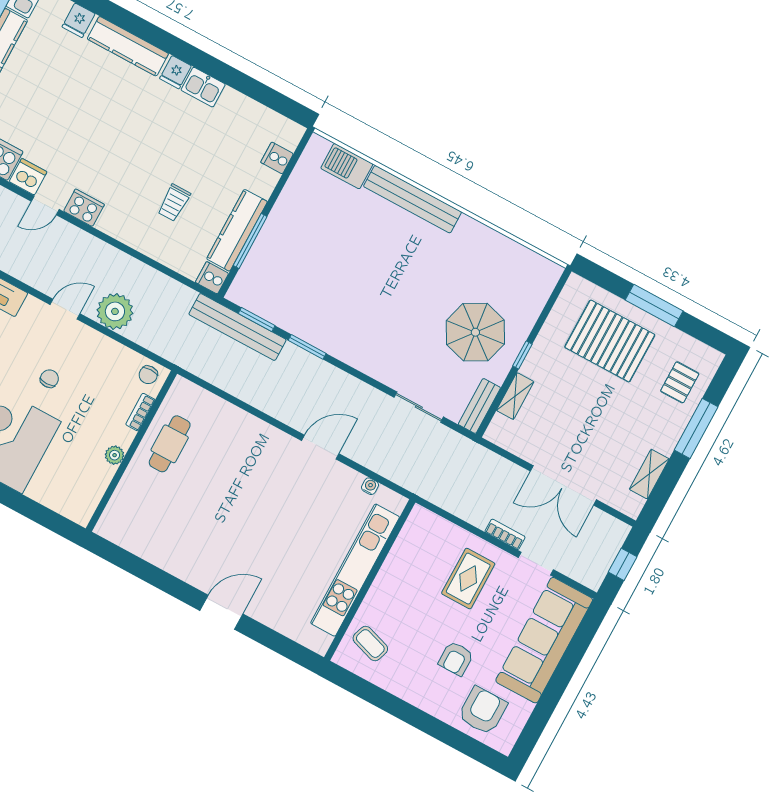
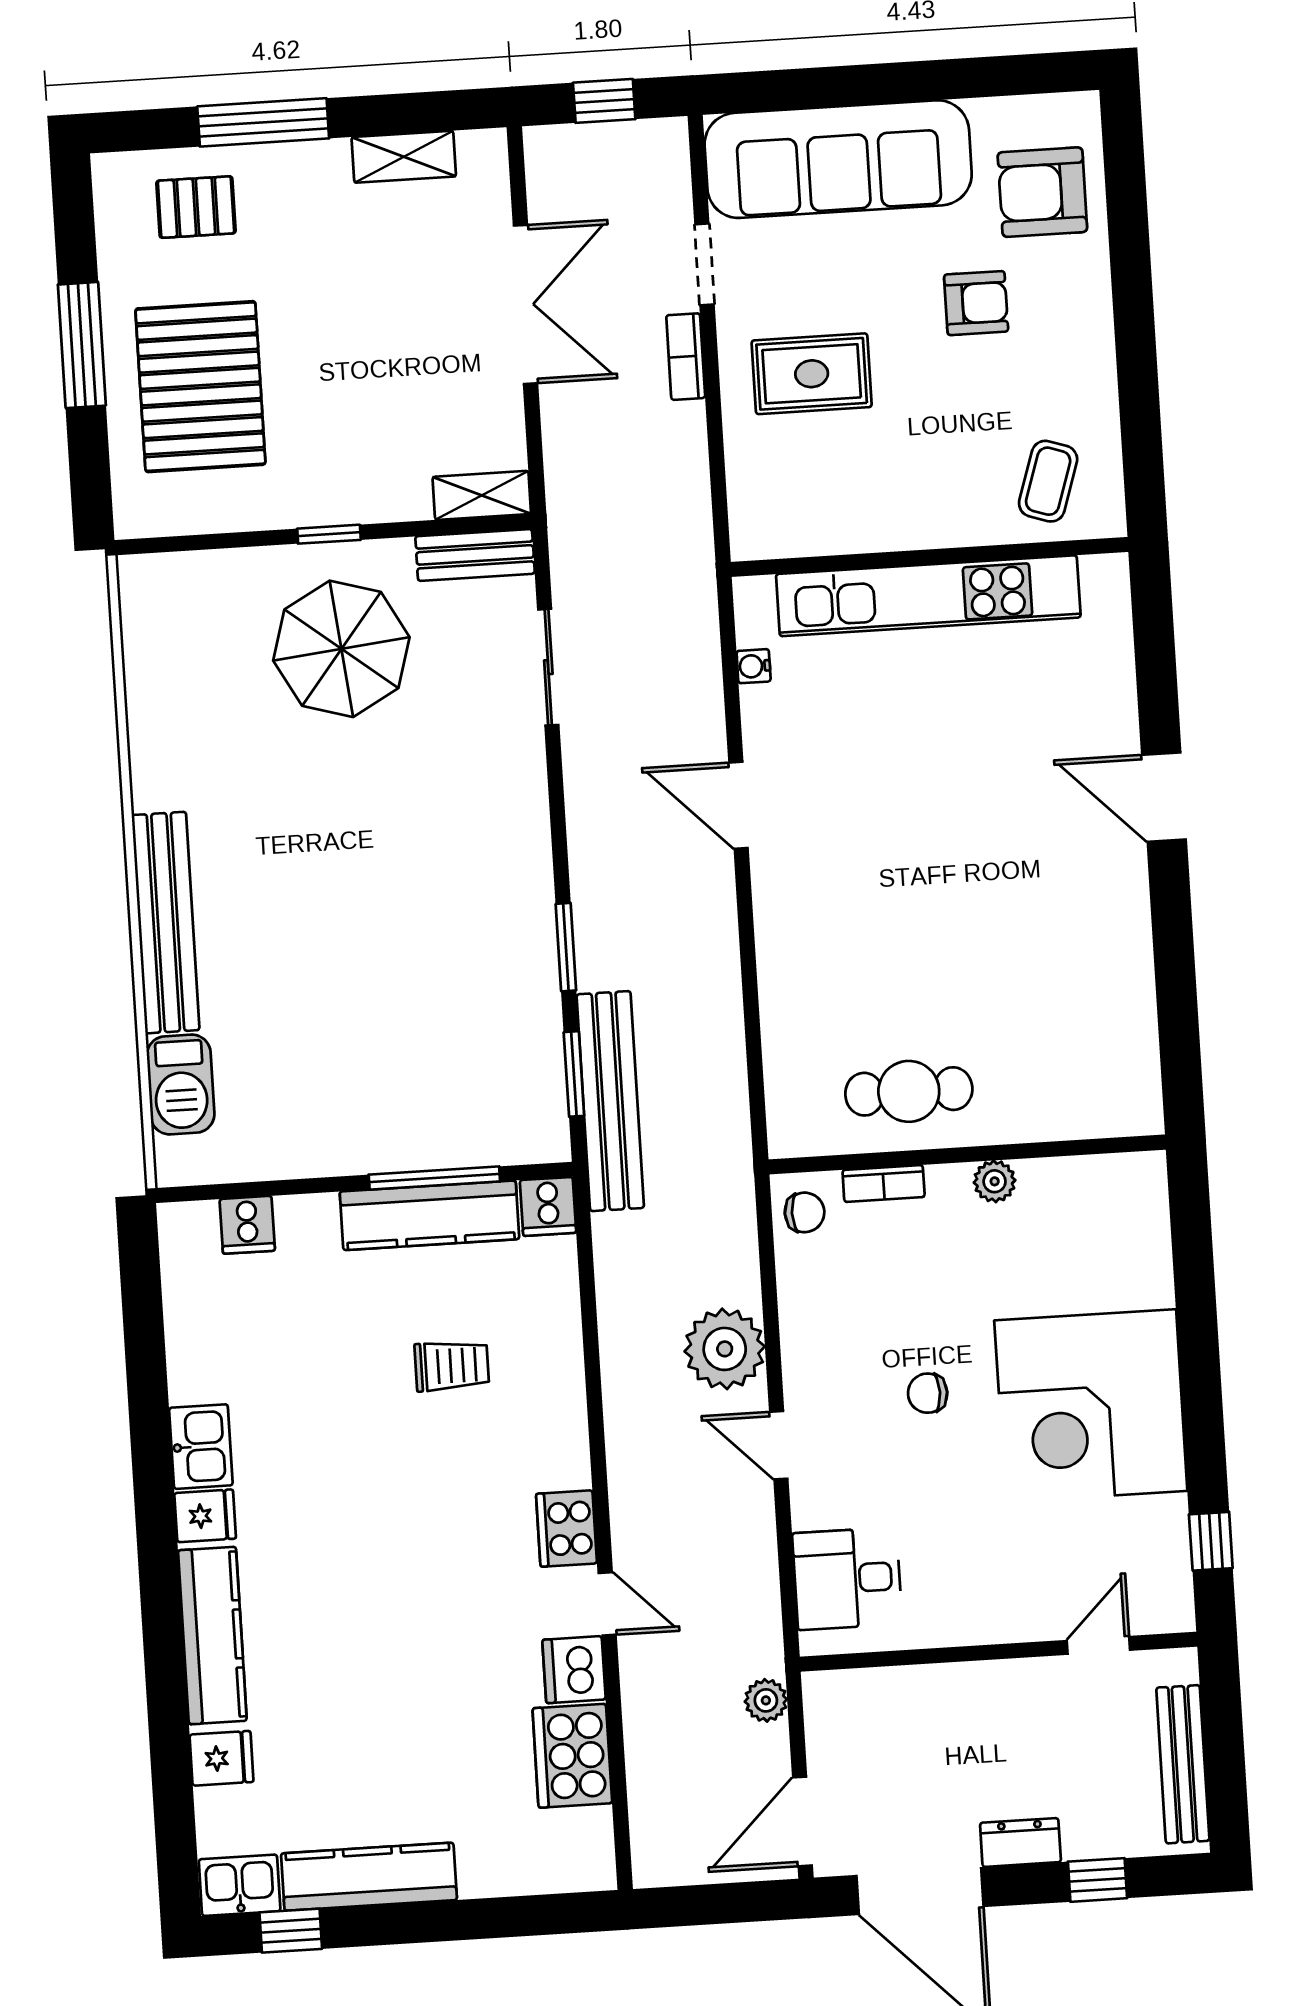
shelving: (515, 396) -> (482, 495), moved

